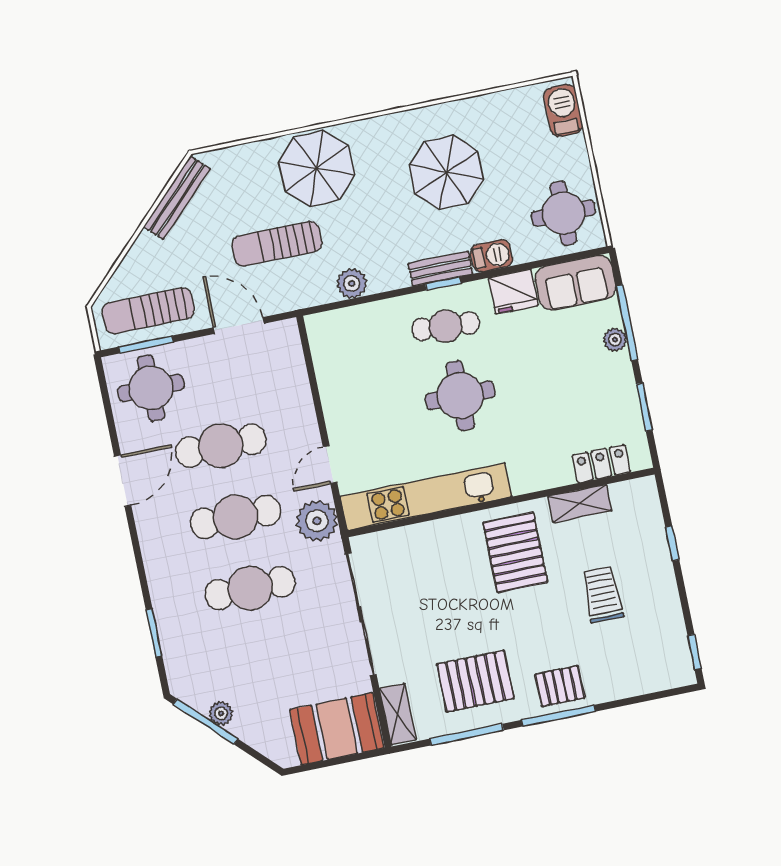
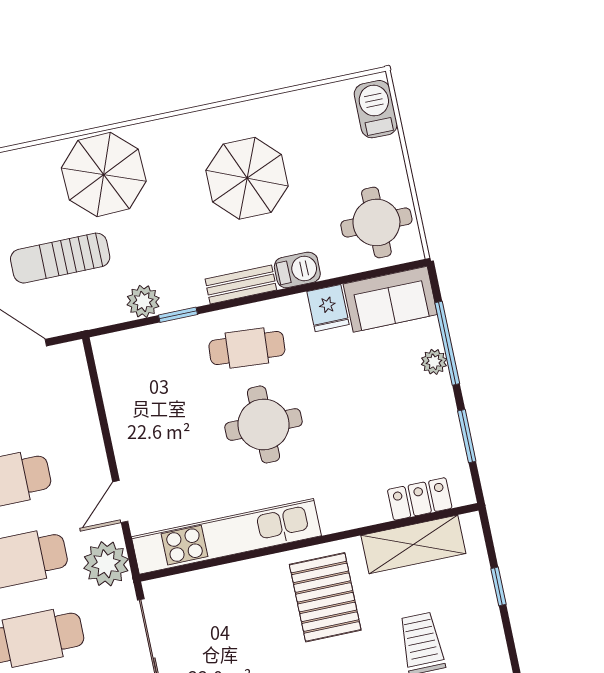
window: (443, 284) -> (178, 315), moved
fridge: (513, 292) -> (328, 308), width x0.72
shelving: (580, 503) -> (413, 544), width x1.50, depth x1.33

